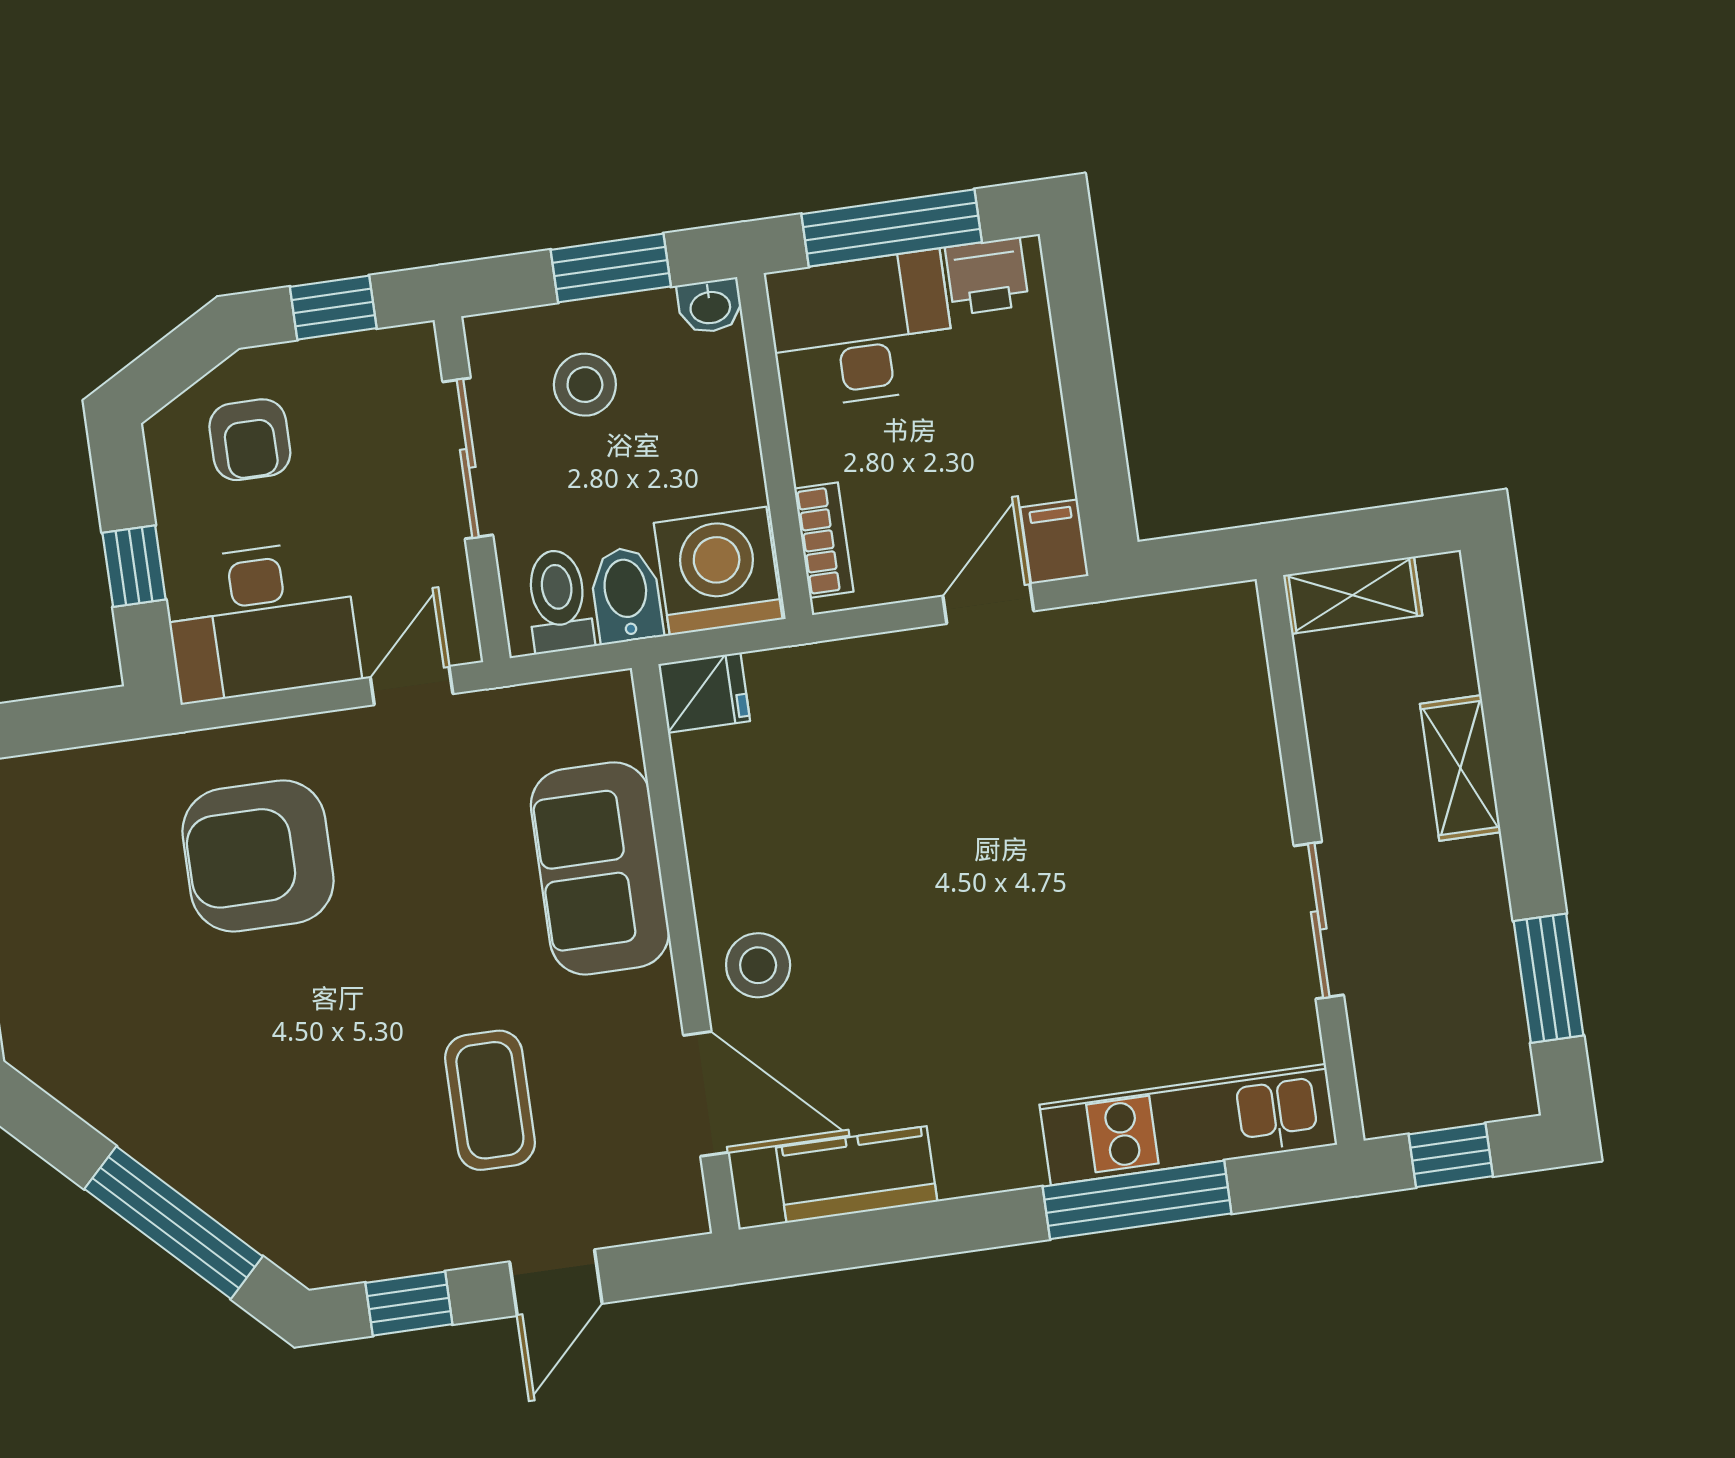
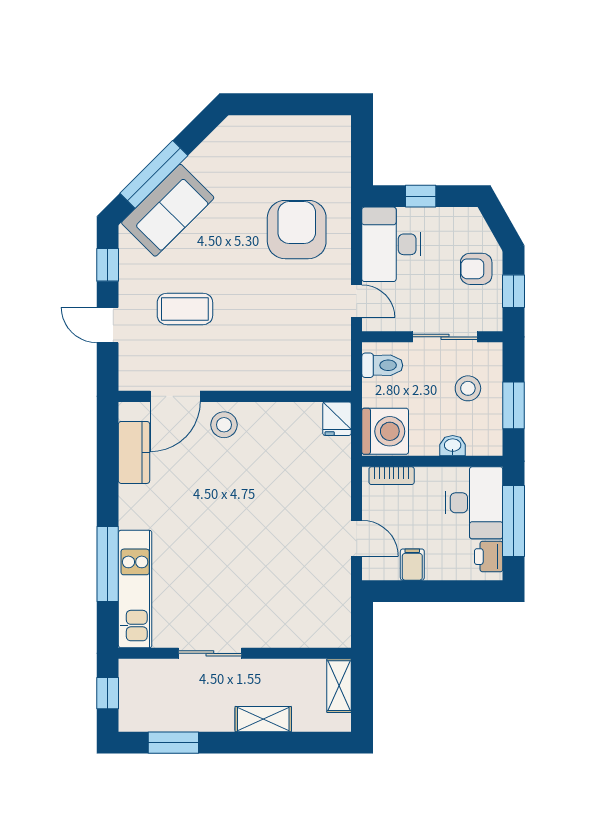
washbasin: (710, 306) -> (453, 446), moved, turned 90
armchair: (250, 440) -> (476, 269), moved
filing cabinet: (1054, 542) -> (412, 565), moved, turned -90
bidet: (626, 595) -> (381, 393), removed
sofa: (600, 868) -> (168, 210), moved, turned 135

